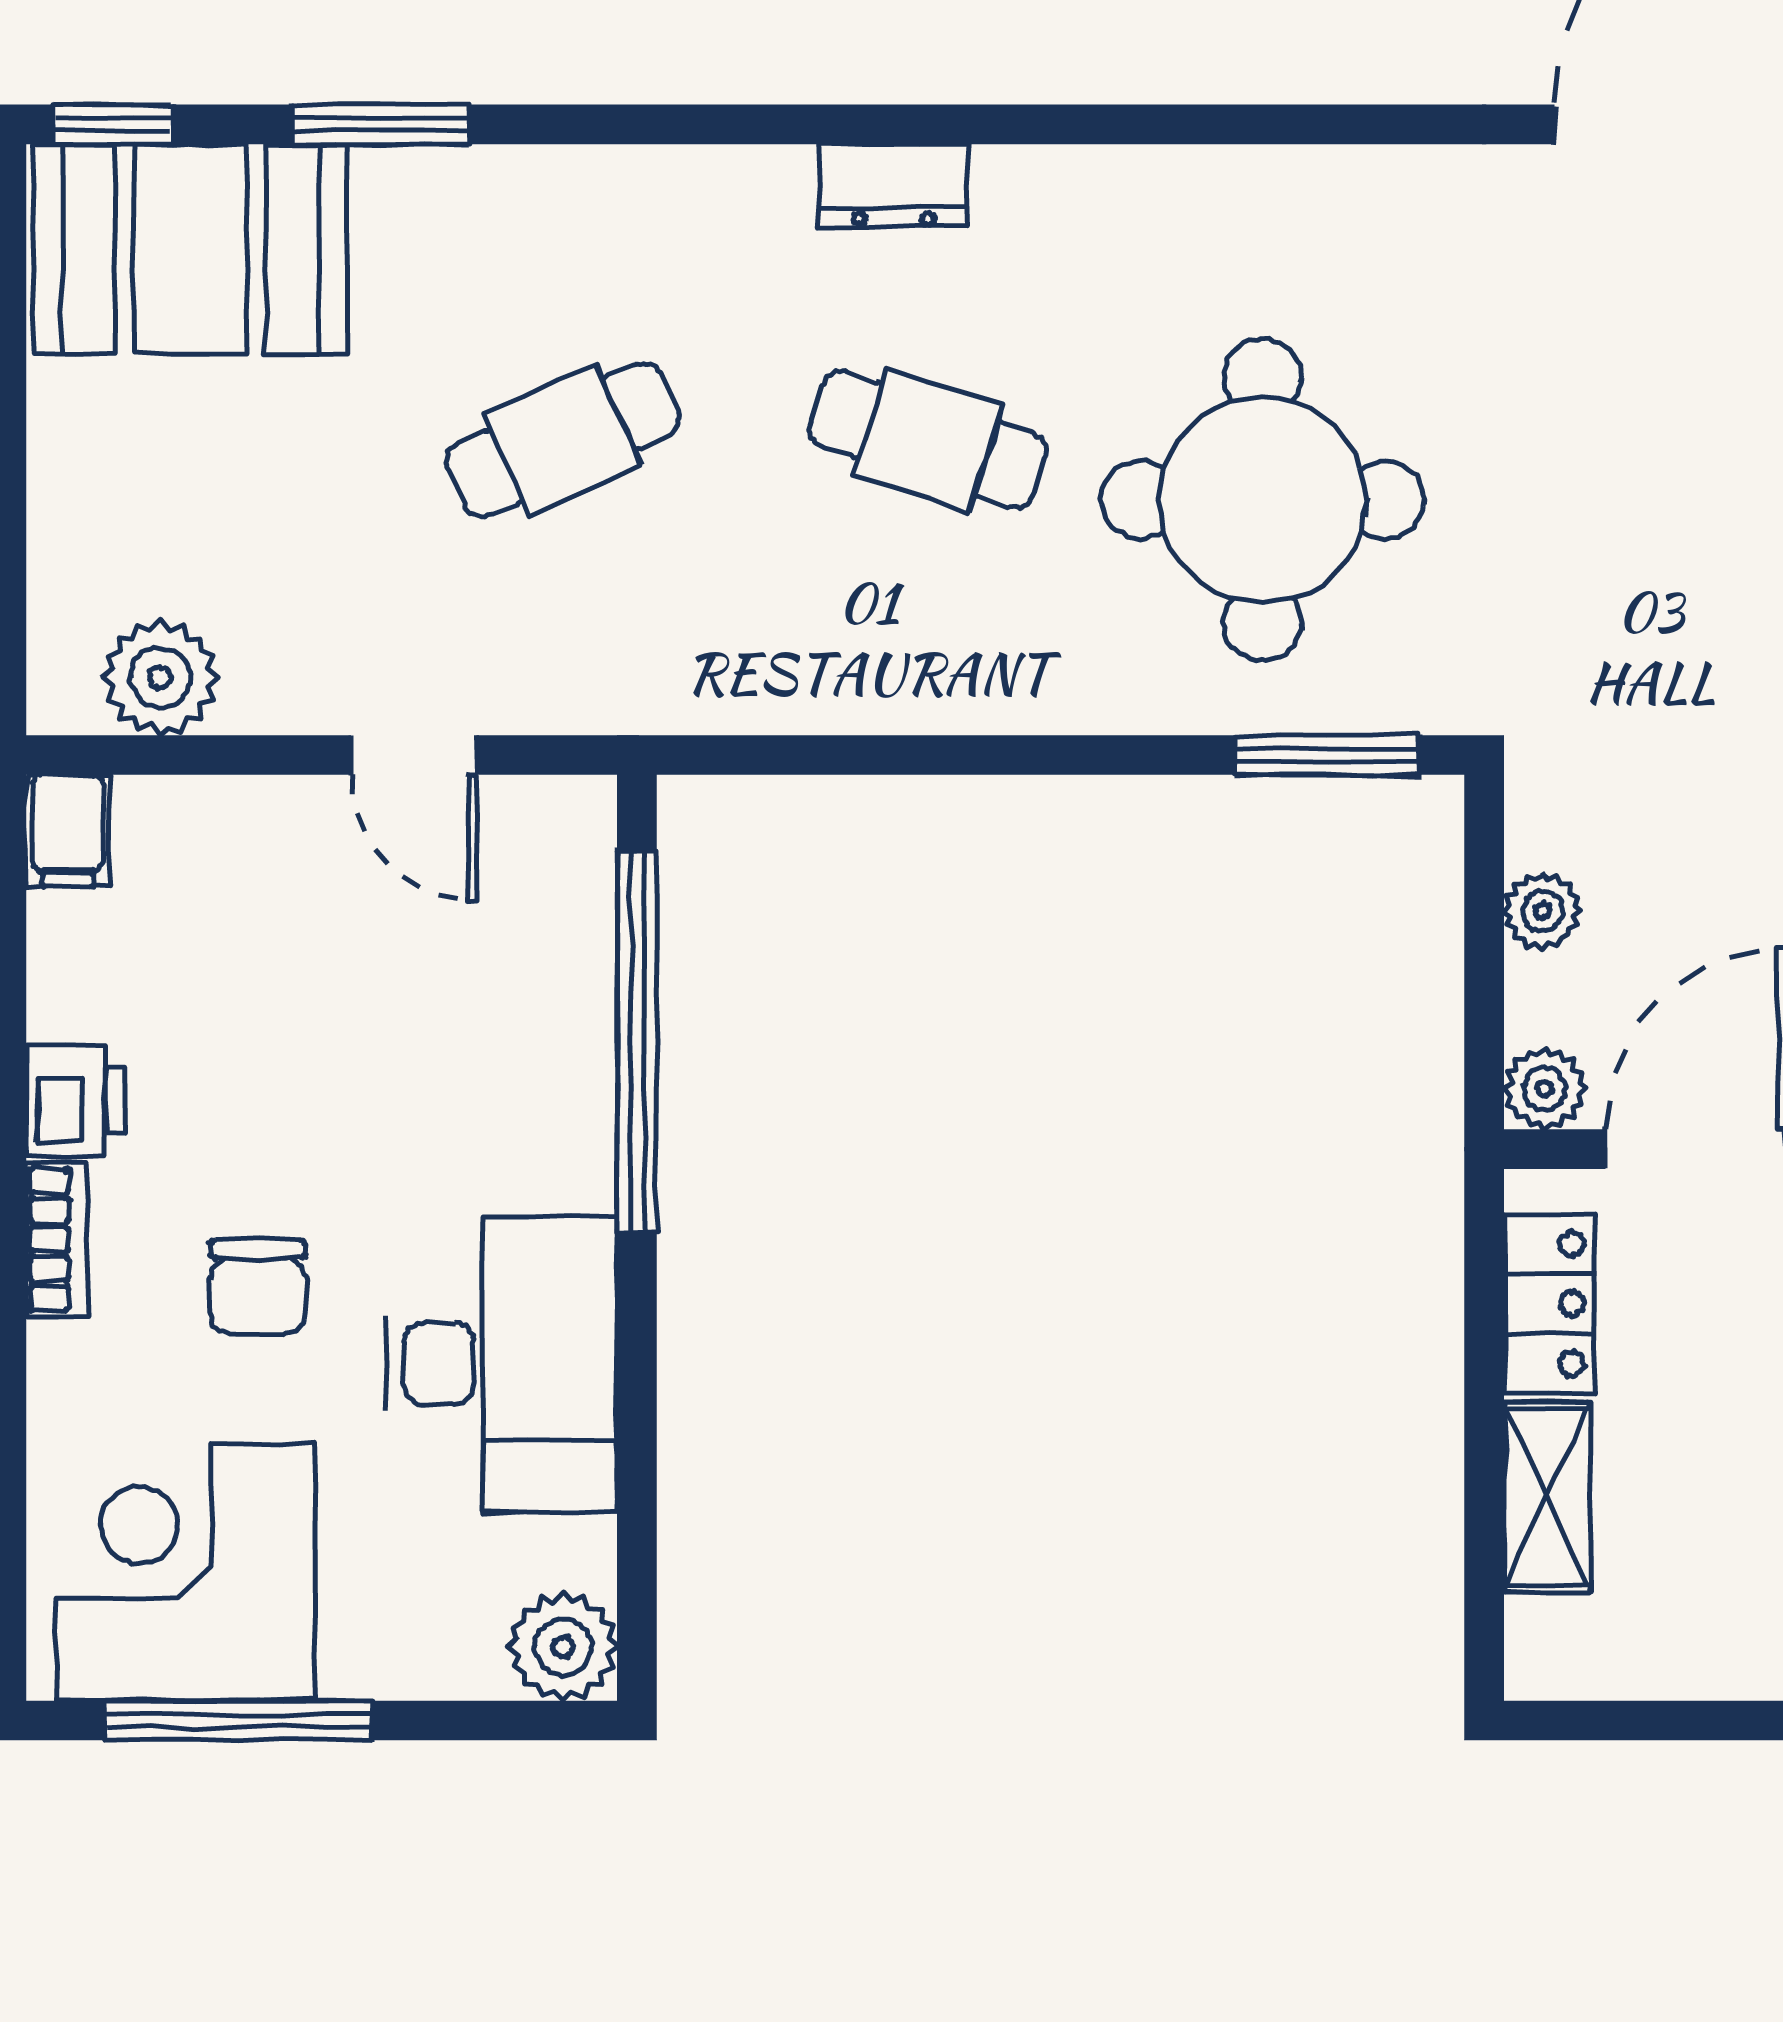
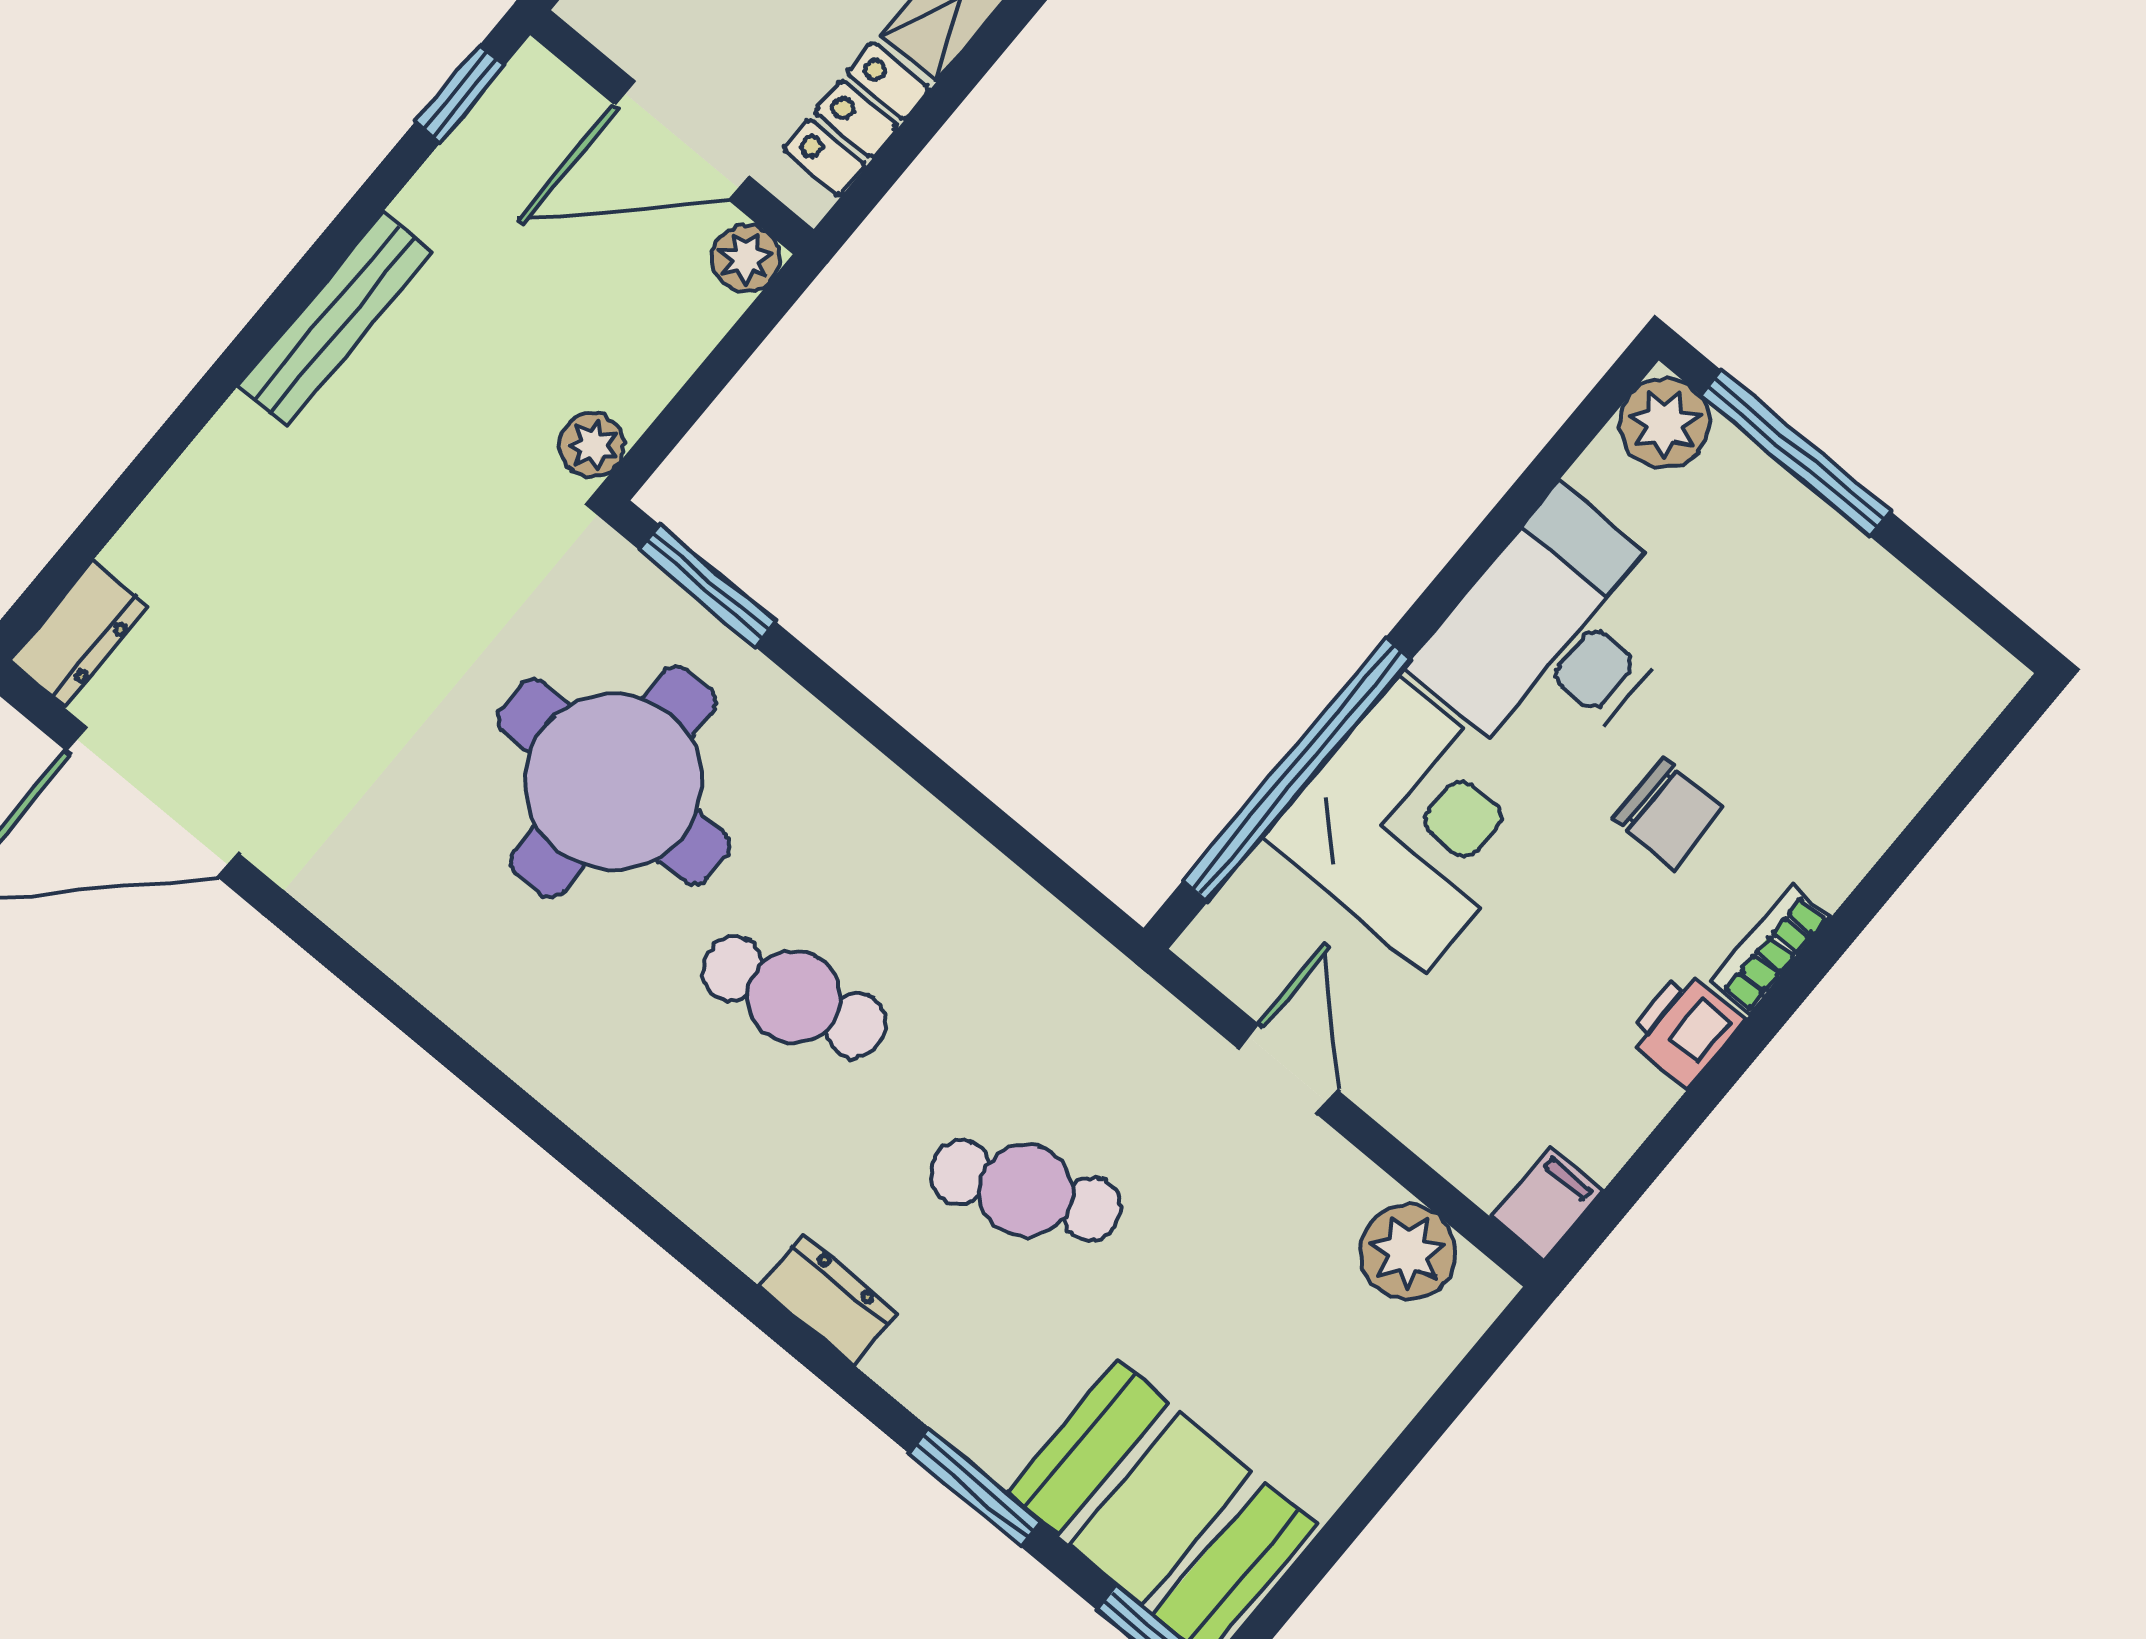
dresser: (894, 186) -> (829, 1299), moved
cafe table: (928, 440) -> (794, 997), turned -33
plant: (1542, 911) -> (592, 445), moved
chair: (258, 1287) -> (1668, 813), turned 90
corner desk: (186, 1572) -> (1412, 823), moved, turned -90
window: (238, 1721) -> (1795, 453), moved

